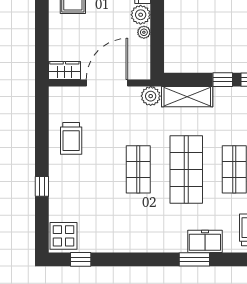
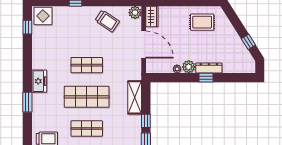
plant: (151, 96) -> (135, 13), moved
trolley: (71, 138) -> (107, 21), turned -146
freezer: (205, 241) -> (39, 81), moved

